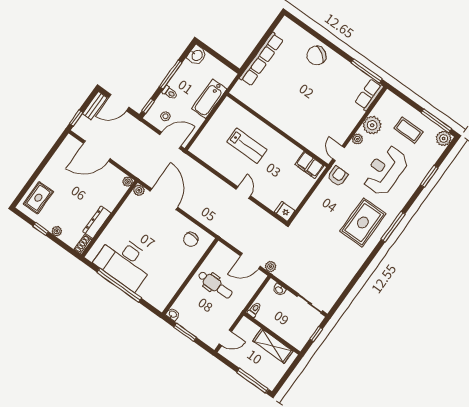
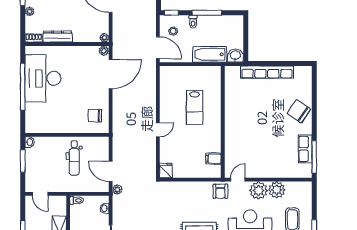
washbasin: (197, 55) -> (235, 56), moved, turned 180
row of seats: (369, 95) -> (305, 149), moved, turned -90
plant: (357, 139) -> (258, 190), width x1.87, depth x1.87
filing cabinet: (309, 165) -> (214, 159), width x0.50
armchair: (338, 176) -> (220, 191), turned 90

